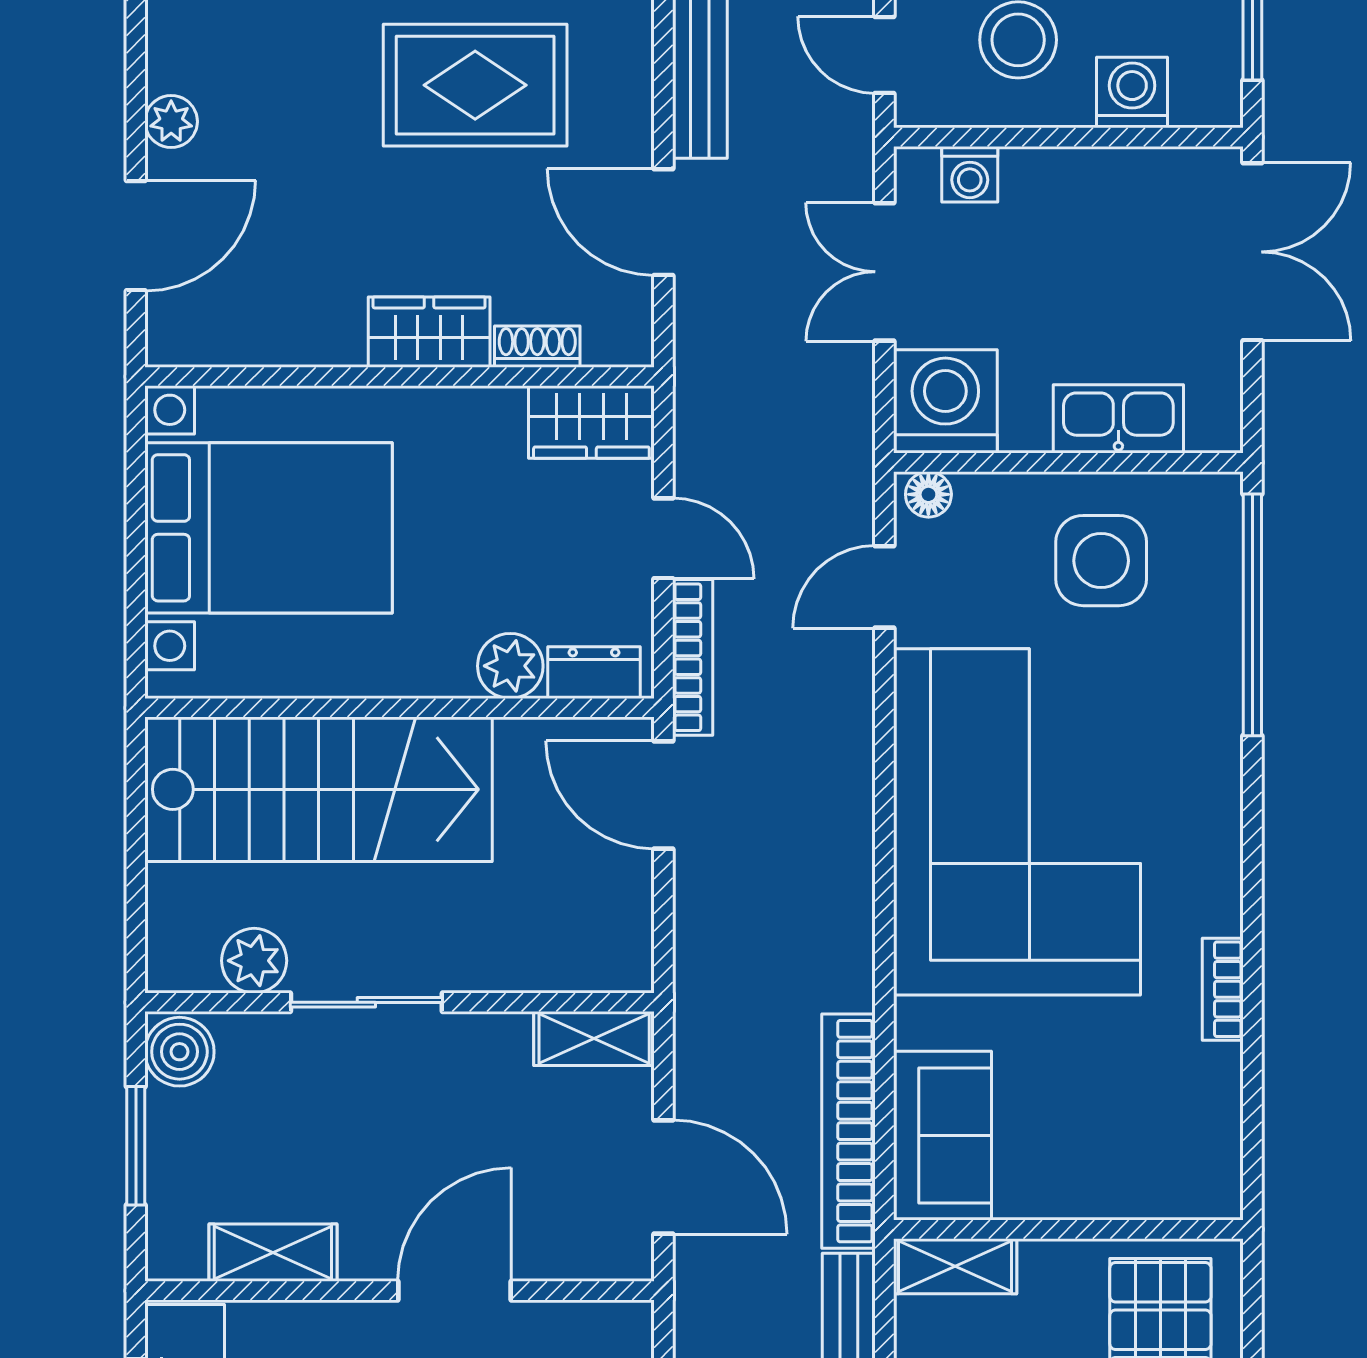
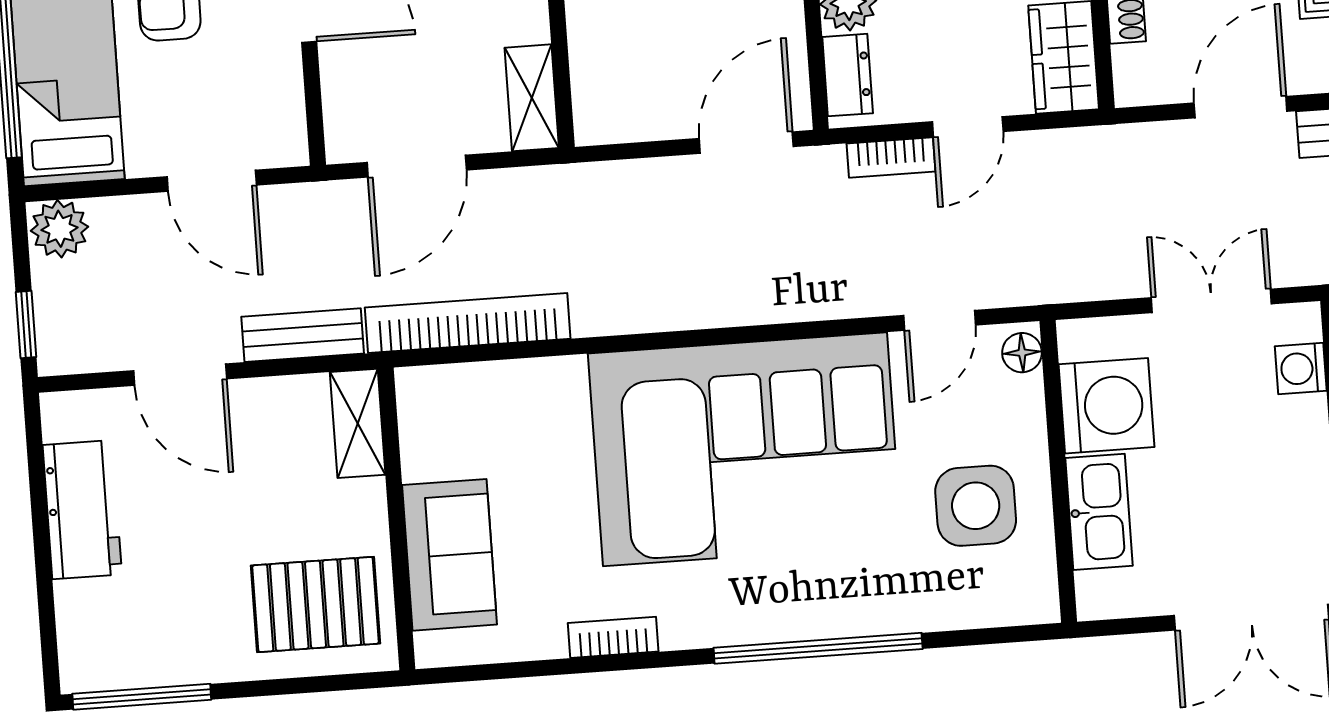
washing machine: (945, 401) -> (1106, 406), moved
door: (884, 587) -> (940, 320), swing flipped
window: (1252, 615) -> (818, 648), moved
bookcase: (693, 657) -> (891, 157), width x0.64
sofa: (942, 1136) -> (449, 555), moved, turned -90

